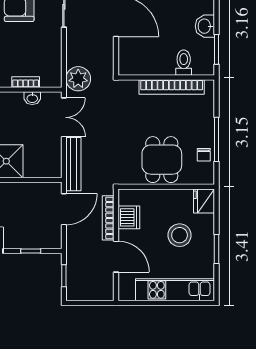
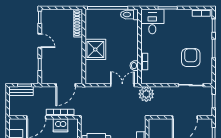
double door: (64, 117) -> (122, 85), swing flipped
bench: (73, 164) -> (21, 91), moved, width x0.73
door: (64, 209) -> (66, 85), hinge flipped

